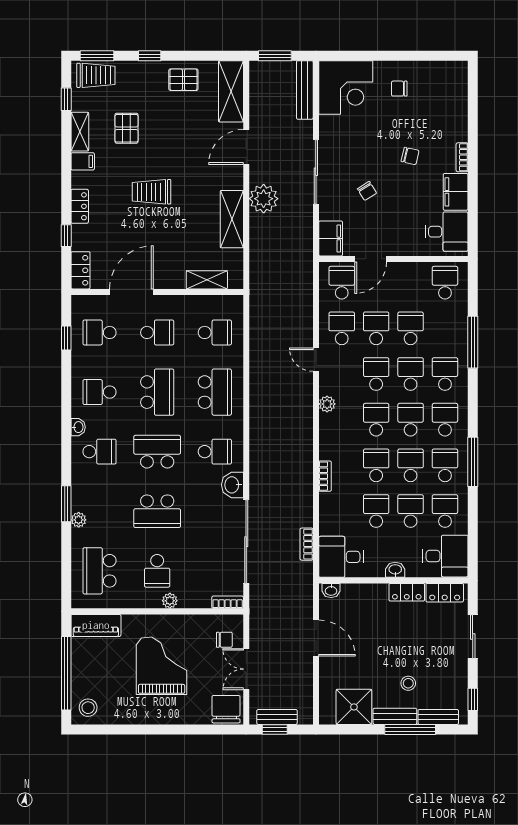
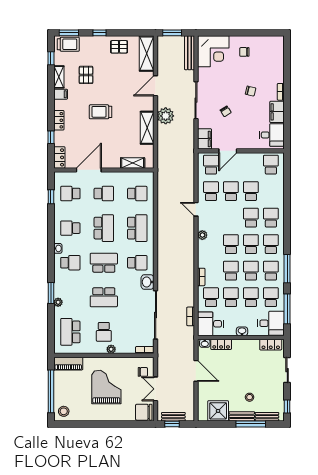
window: (473, 342) -> (287, 309), moved
school desk: (376, 374) -> (211, 297), moved
locker: (407, 592) -> (221, 344), moved
chair: (226, 709) -> (144, 412), turned -90

